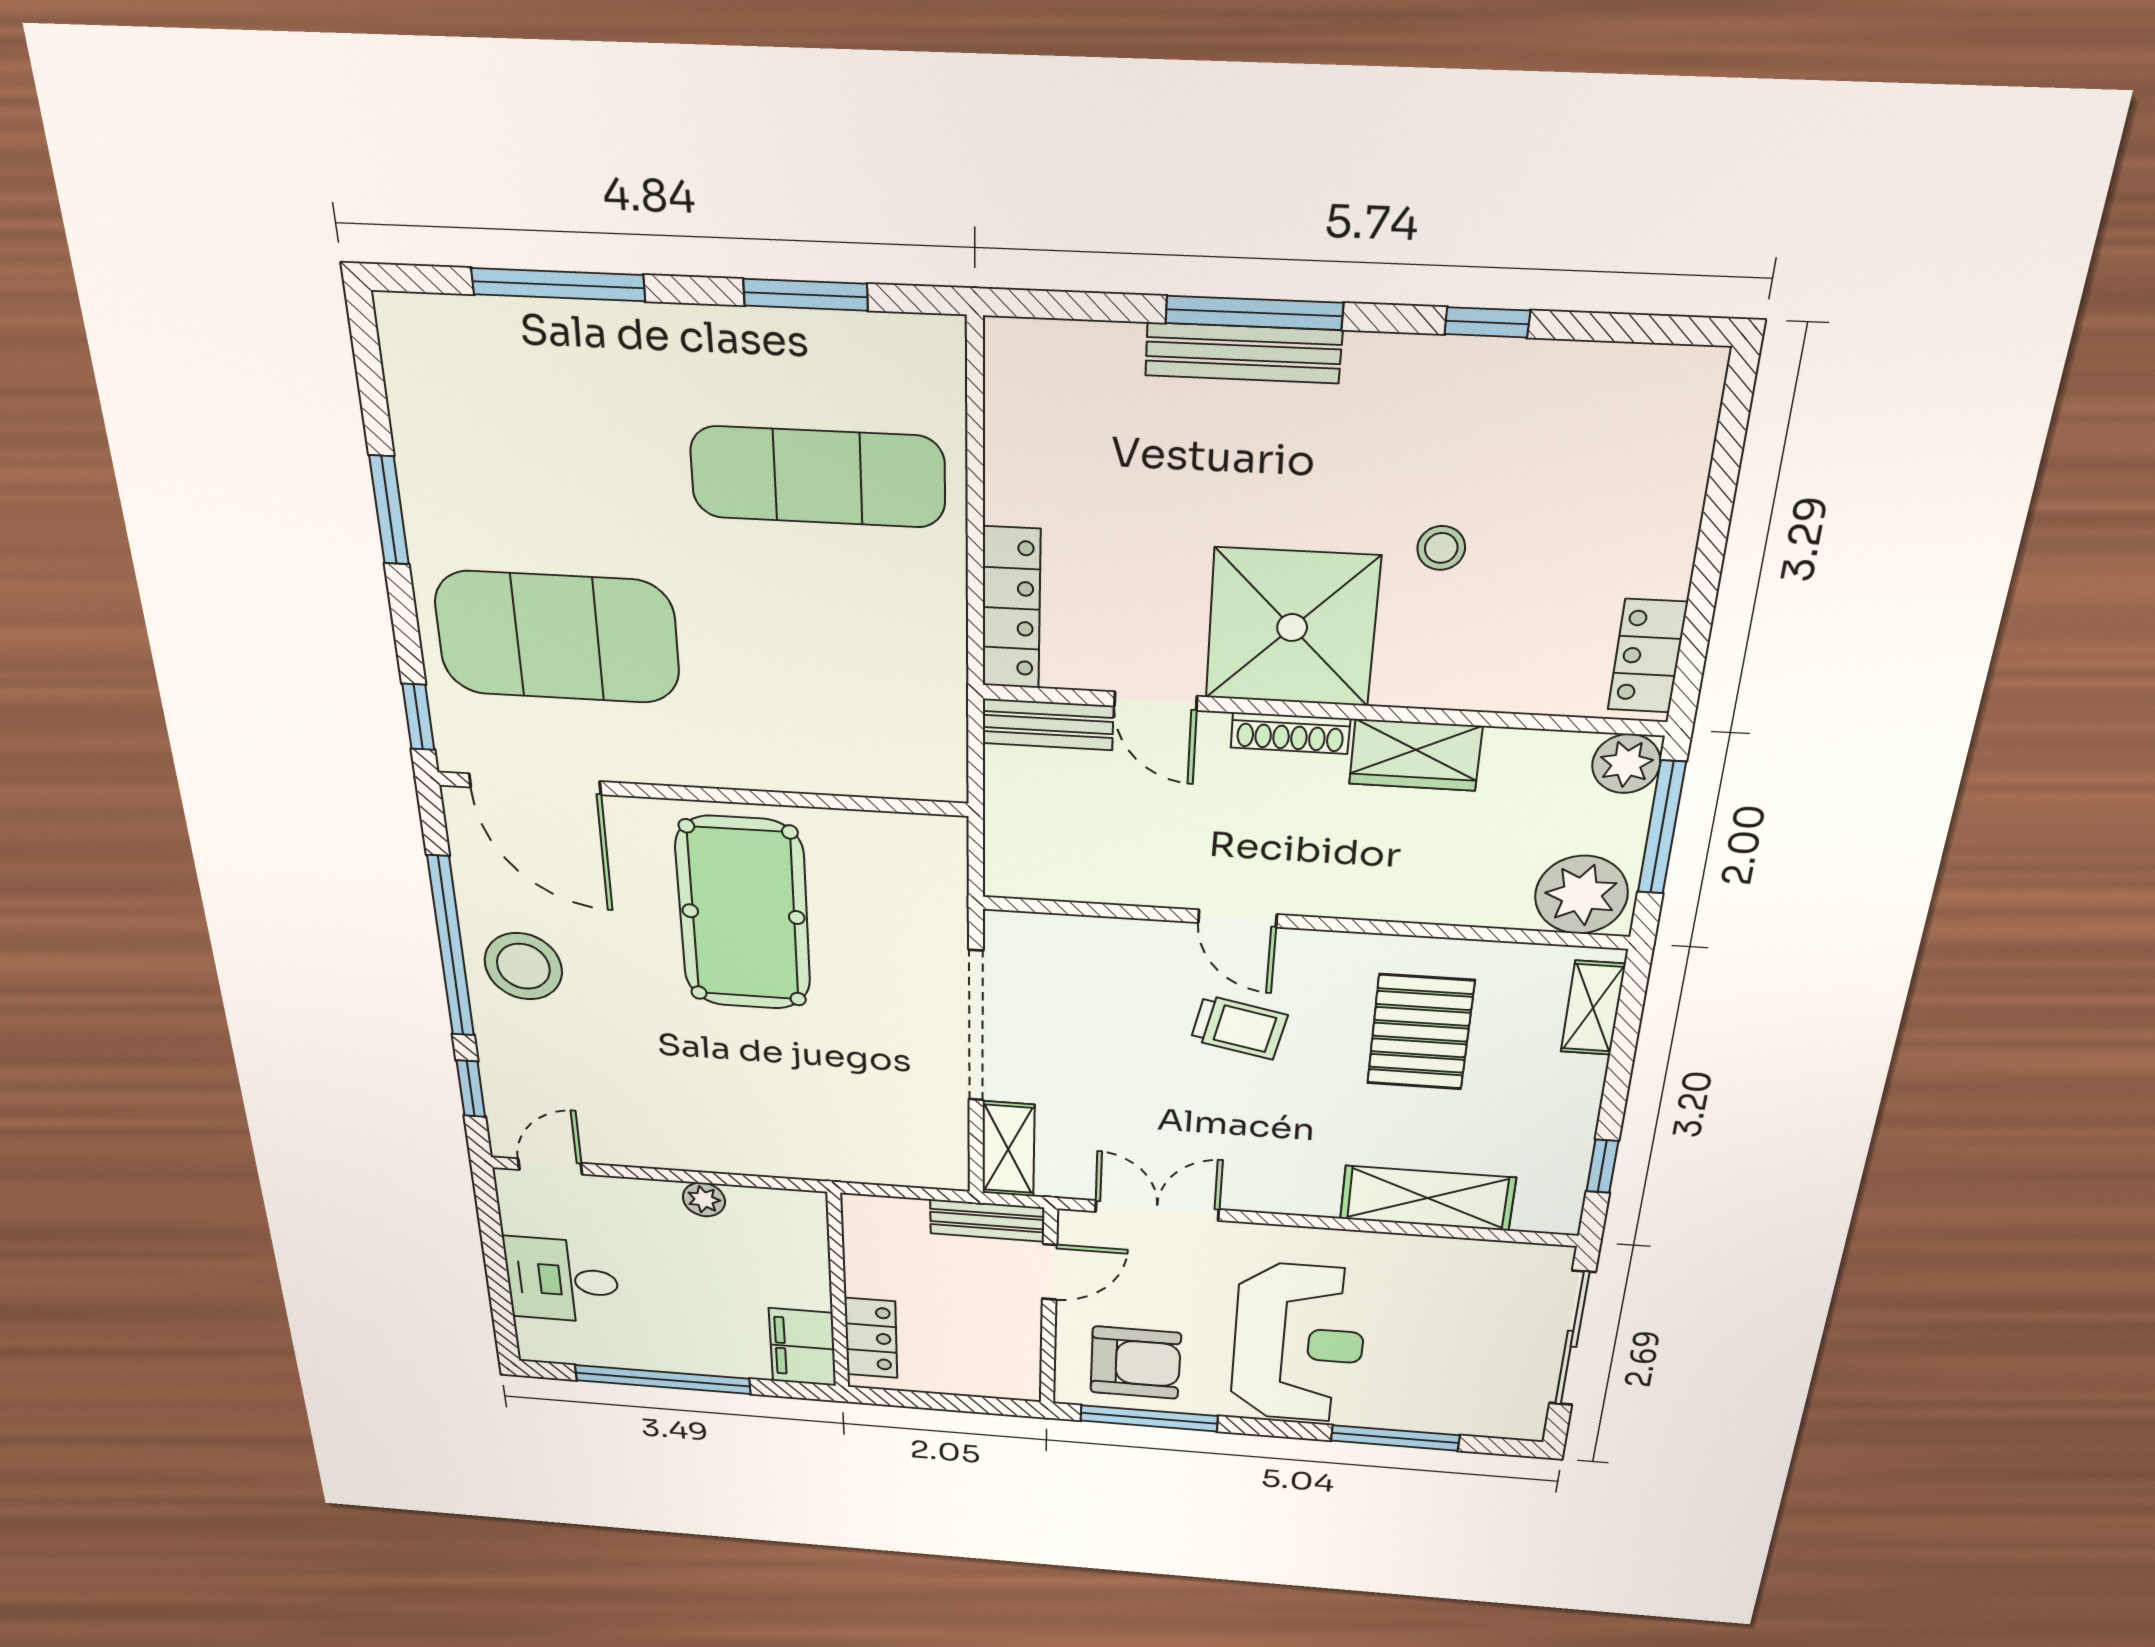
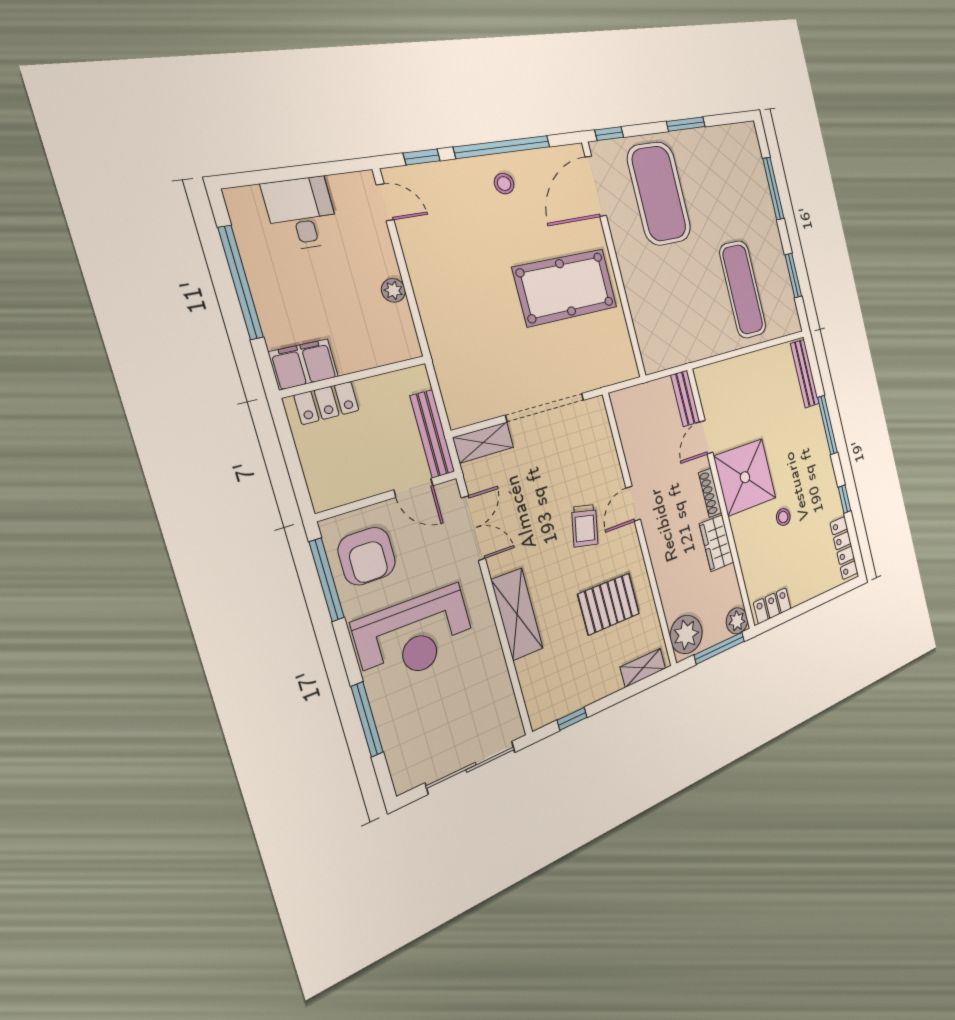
bench: (1243, 353) -> (805, 374), moved
locker: (1011, 608) -> (844, 548), moved, turned 90
stool: (523, 966) -> (504, 184), width x0.53, depth x0.53
shelving: (1428, 1198) -> (517, 614), moved
bench: (987, 1221) -> (432, 434), width x1.36

